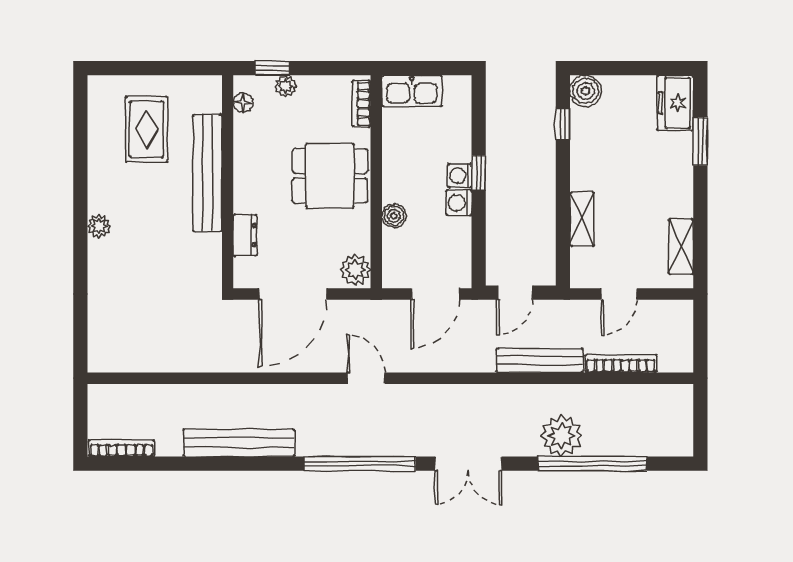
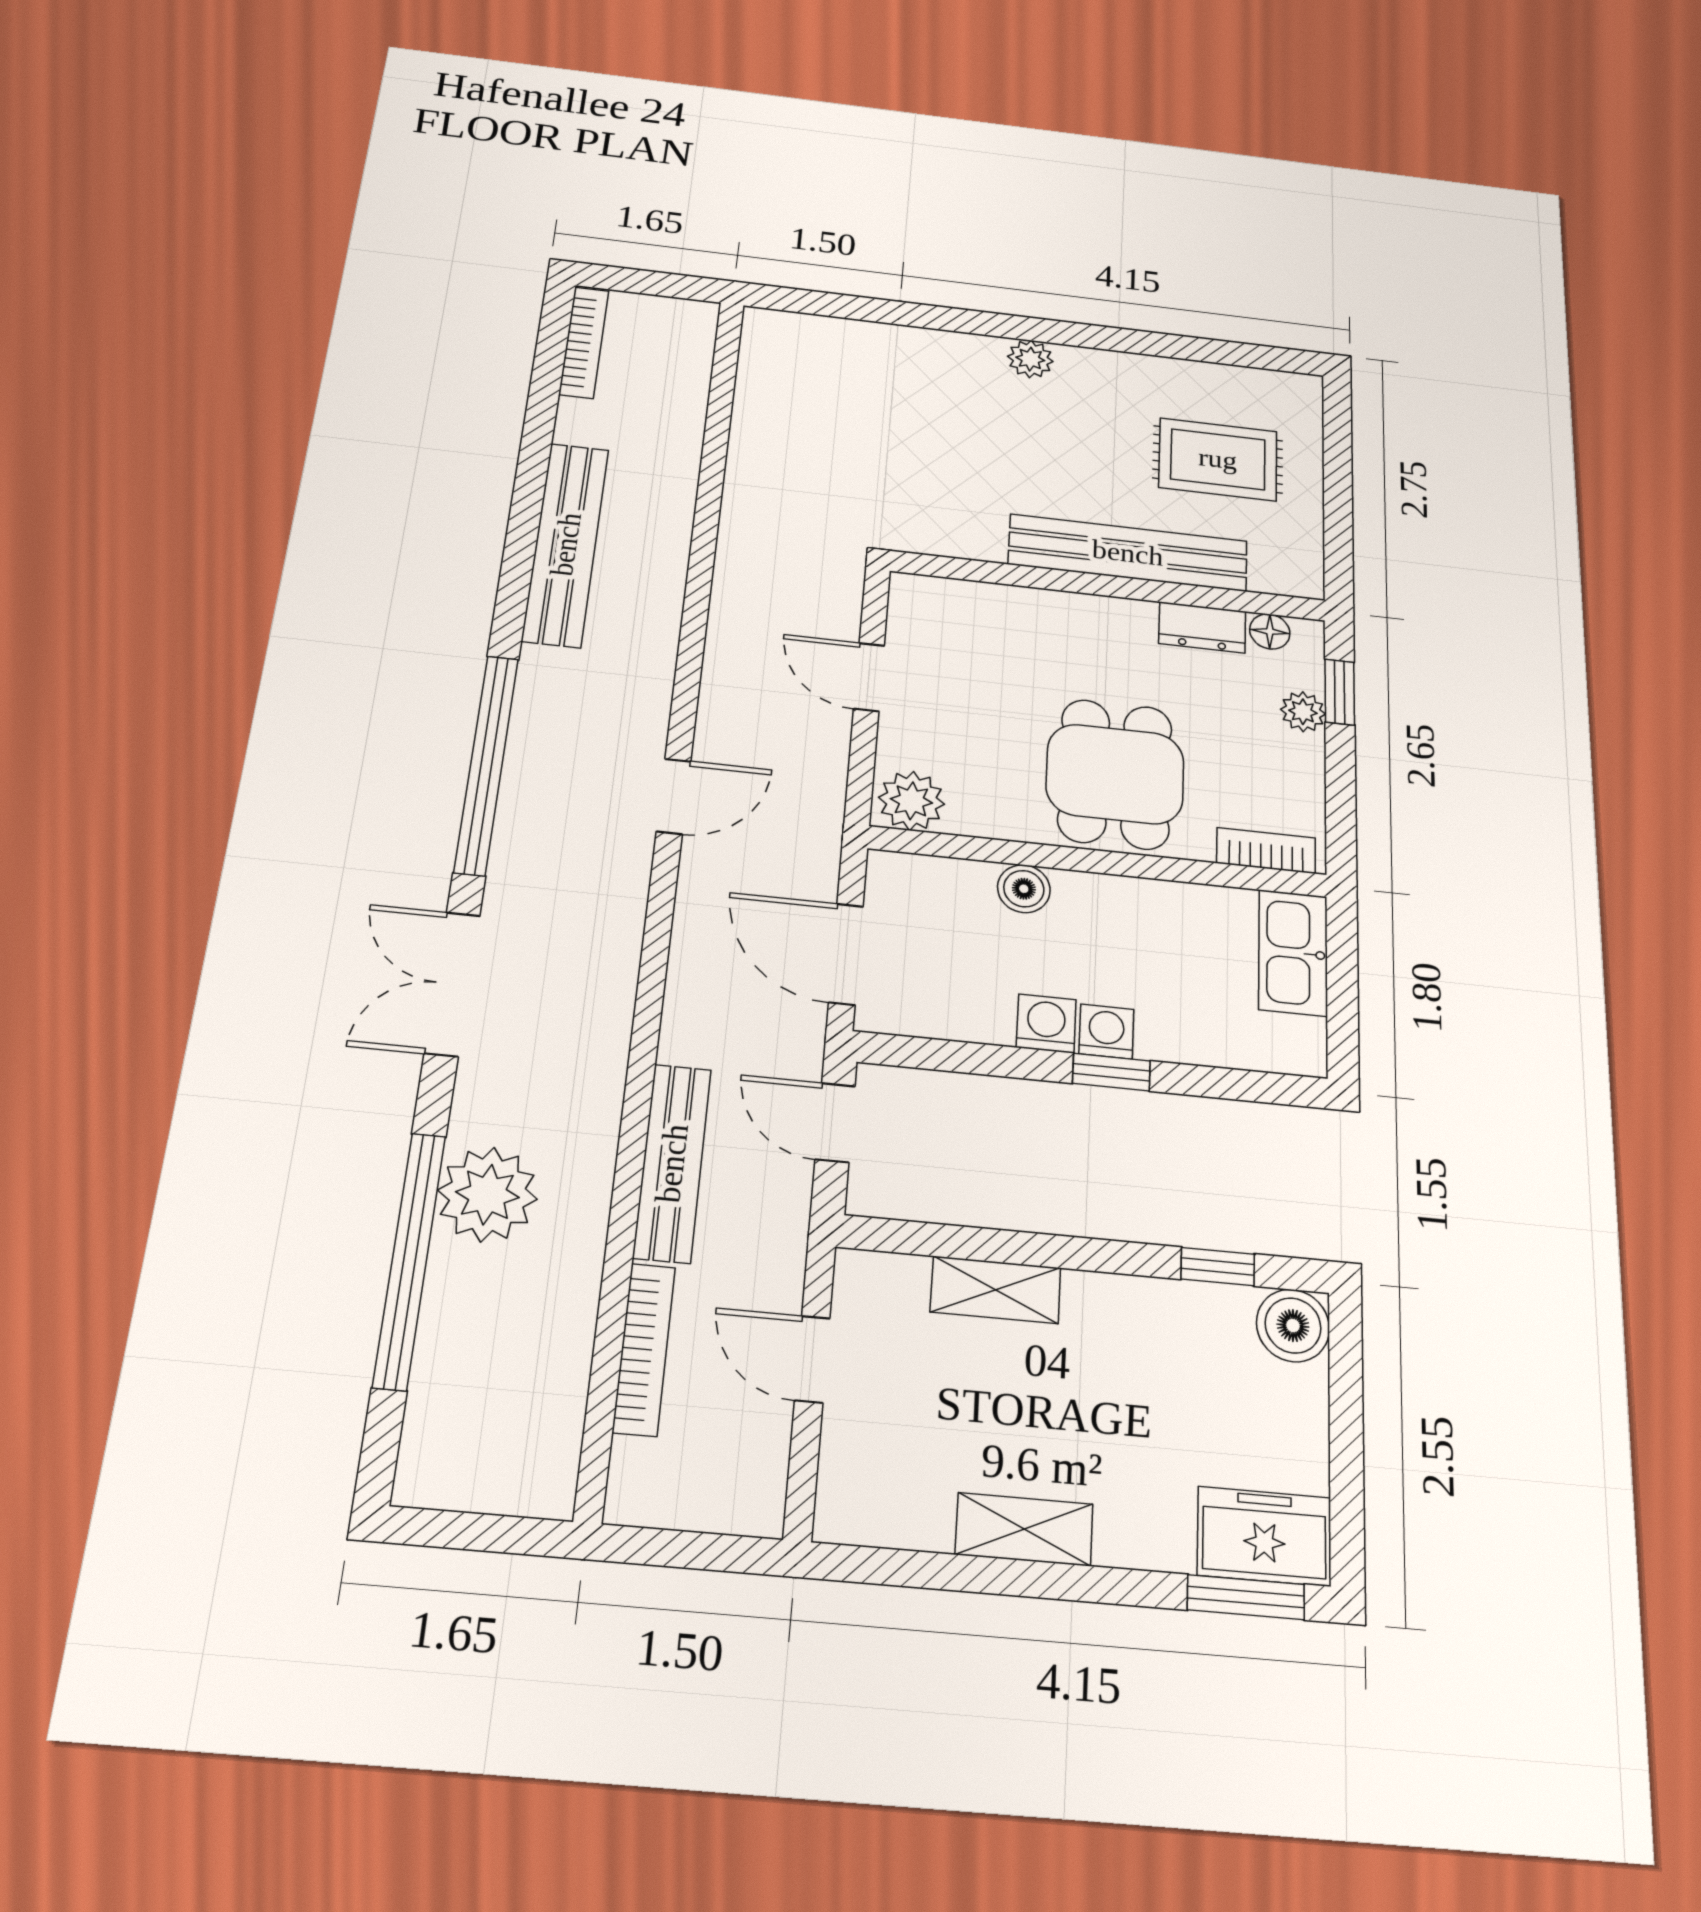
window: (700, 141) -> (1246, 1597), moved
dresser: (245, 235) -> (1202, 627), moved
shelving: (681, 247) -> (1024, 1529), moved
door: (293, 294) -> (869, 677), width x0.53

